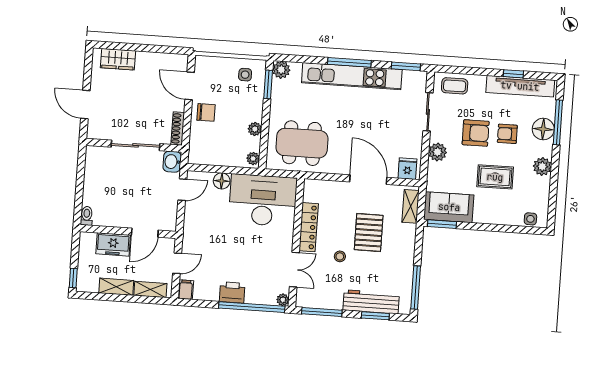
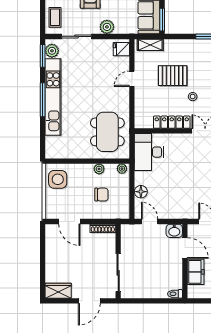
wardrobe: (118, 59) -> (58, 291), moved, turned -90
plant: (281, 70) -> (52, 51), moved
side table: (245, 75) -> (58, 179), width x1.87, depth x1.87
window: (268, 84) -> (64, 161), removed
door: (190, 86) -> (69, 222), hinge flipped
chair: (206, 112) -> (101, 195), moved, turned 90
sliding door: (135, 145) -> (118, 273), moved
washbasin: (172, 162) -> (174, 231), moved
door: (368, 180) -> (132, 79), width x0.53
desk: (263, 200) -> (149, 152), width x0.73, depth x0.77

